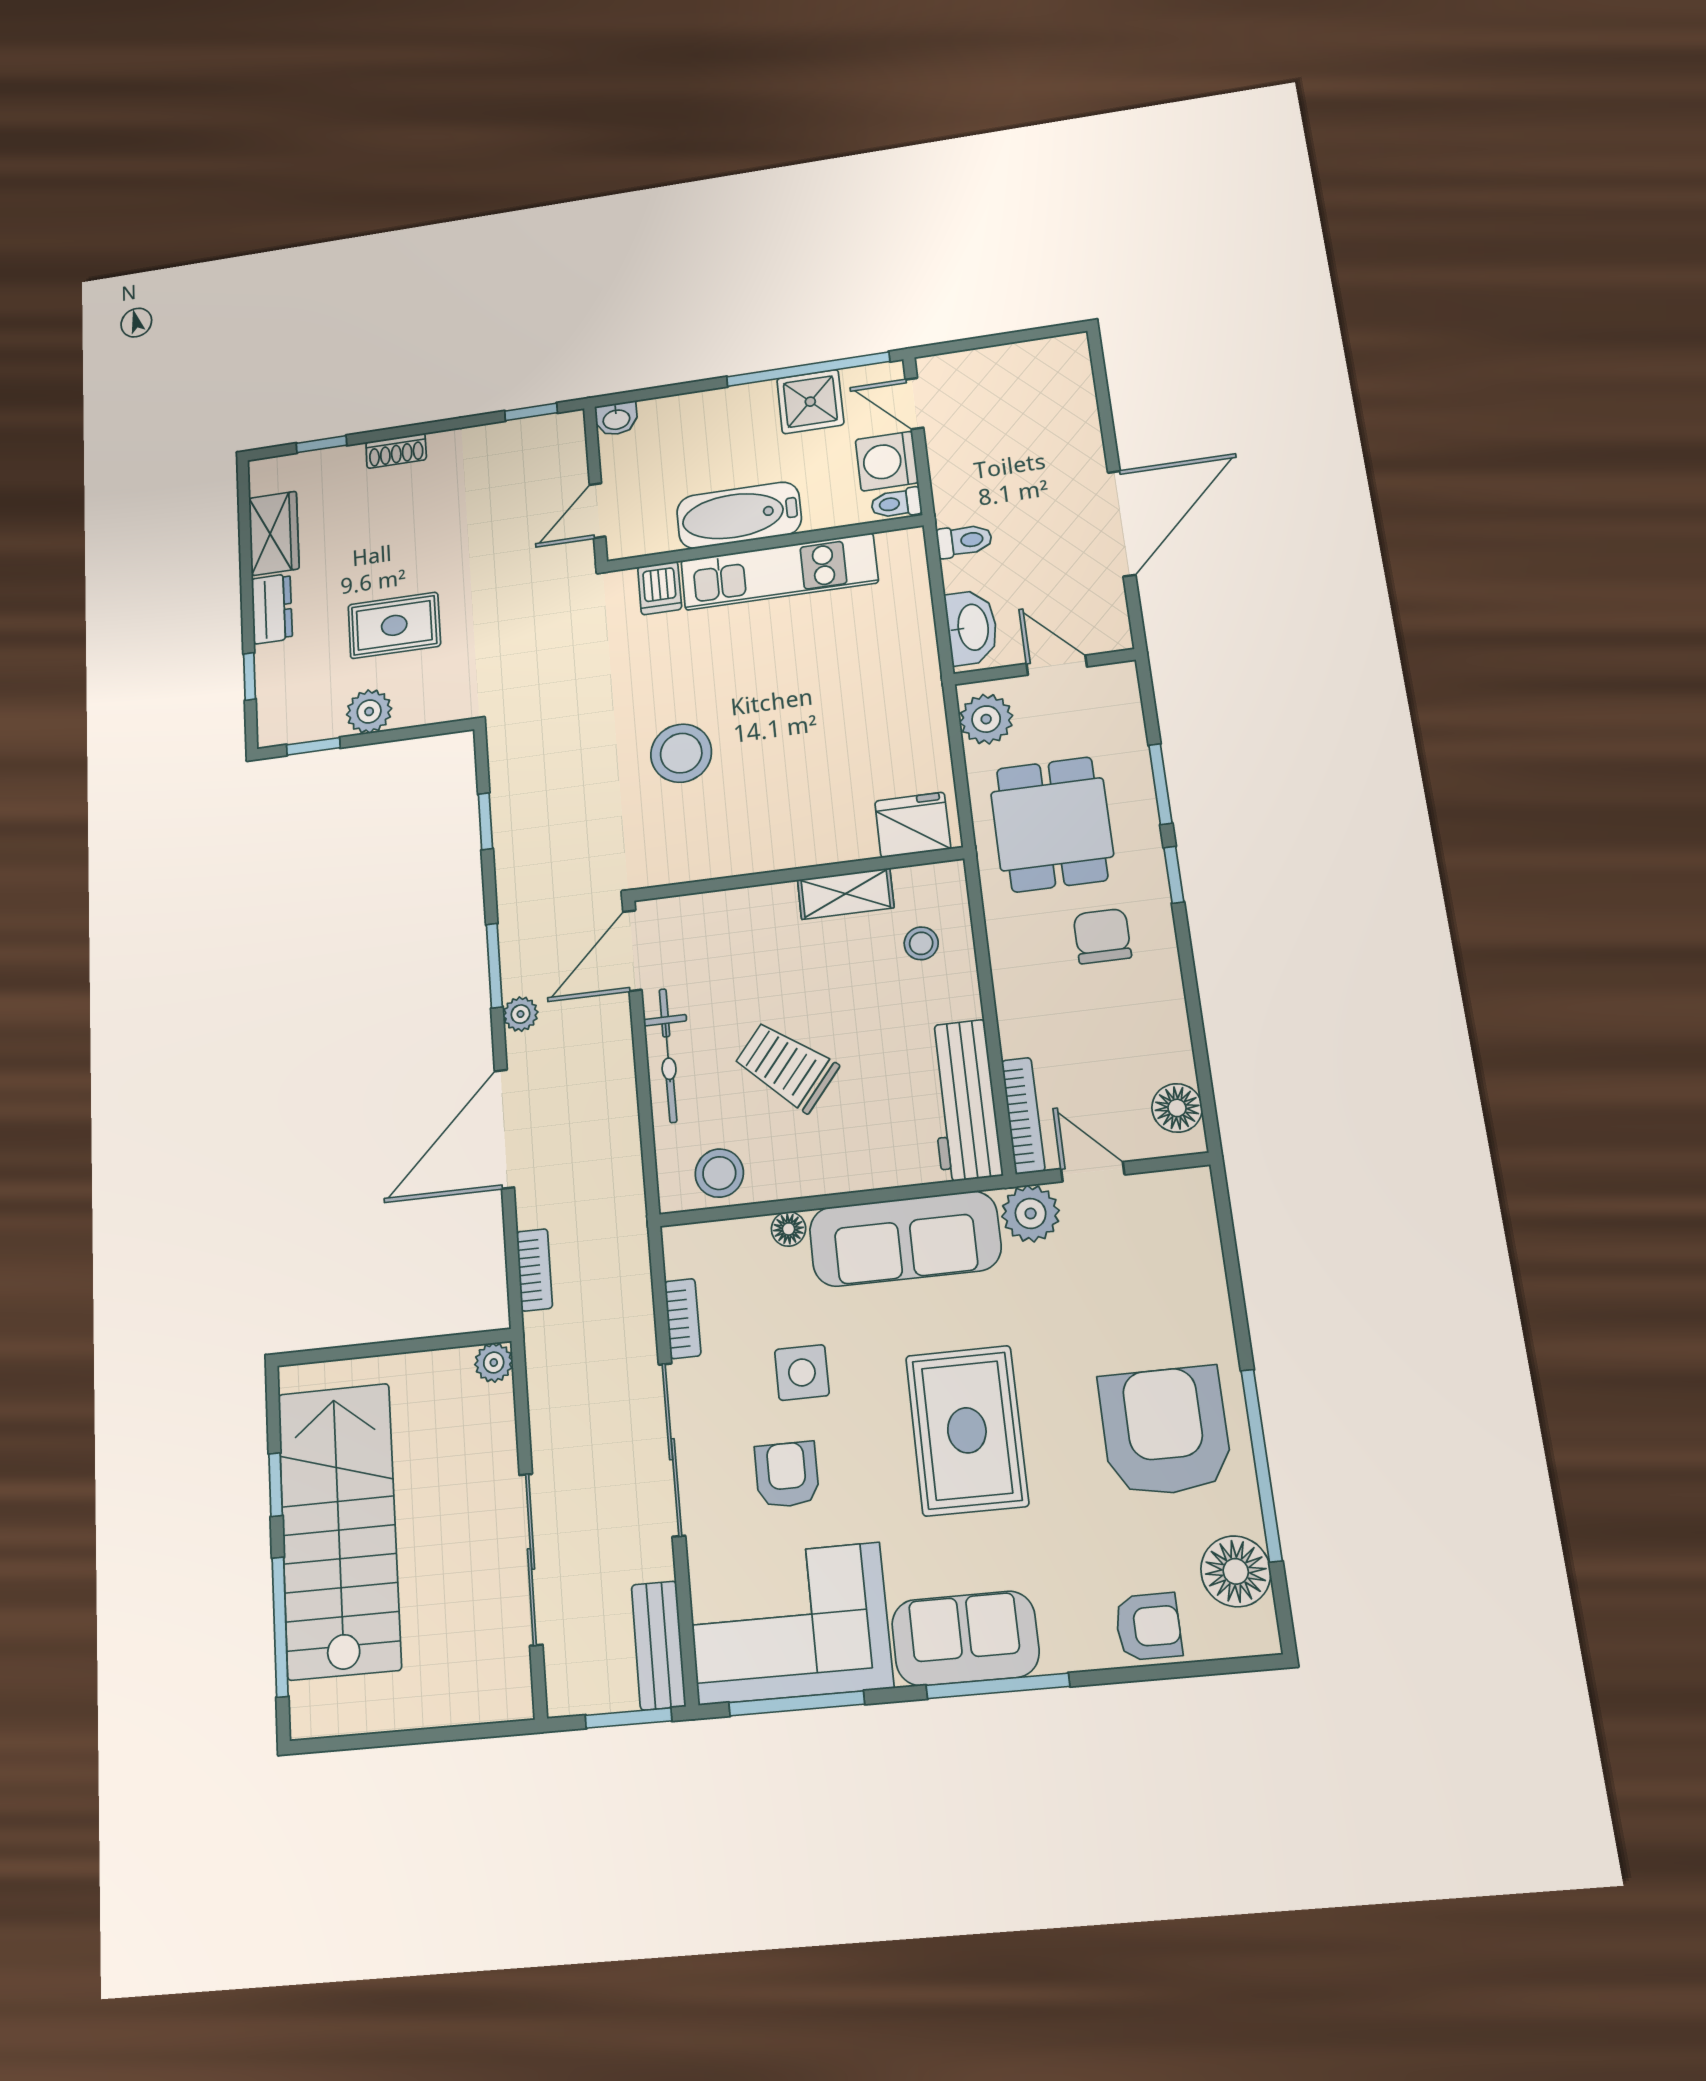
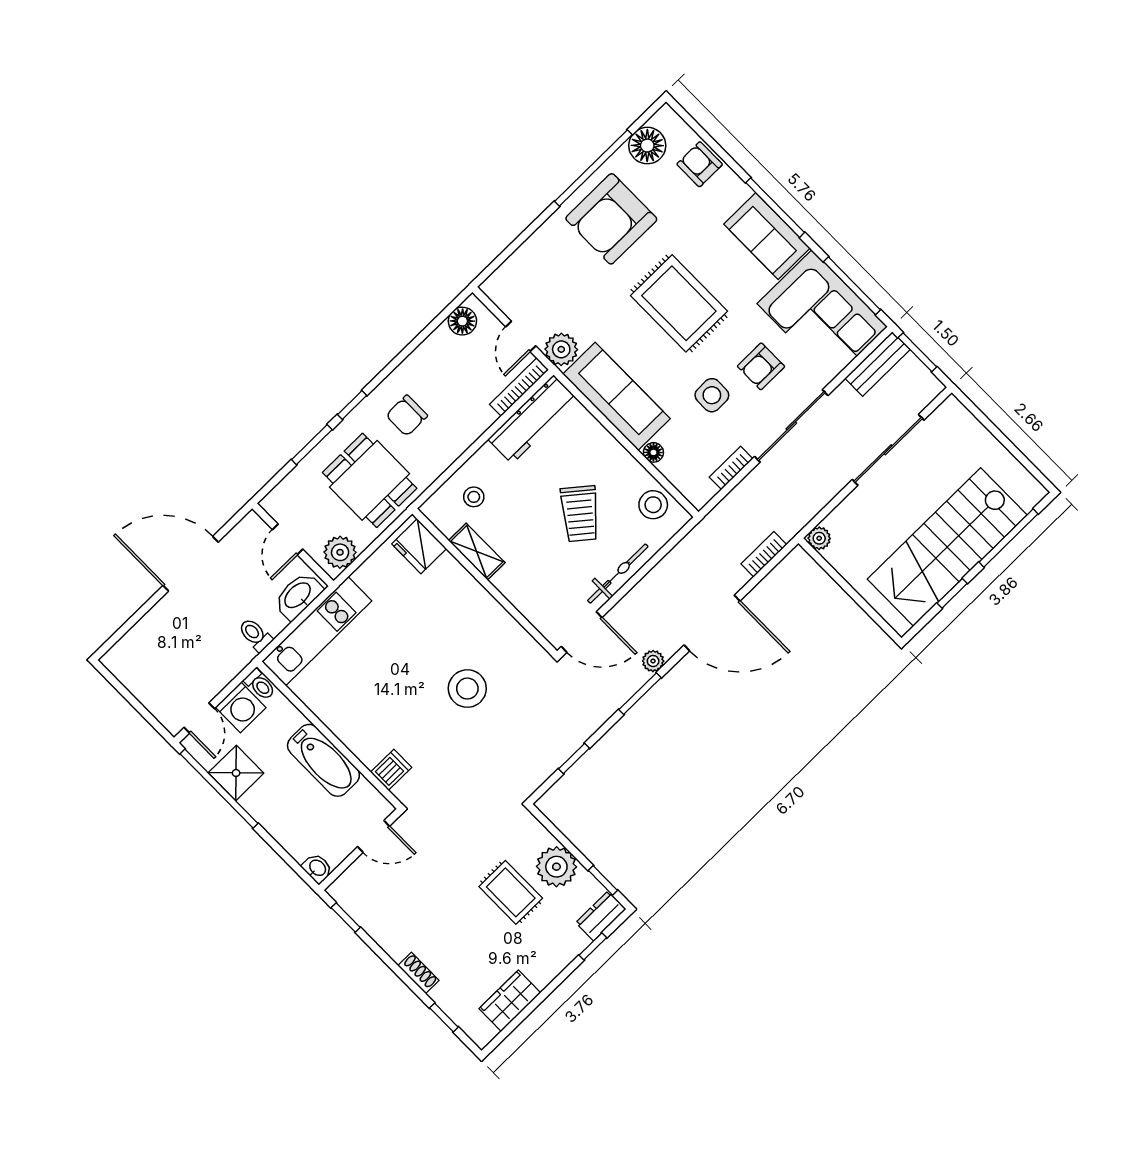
kitchen unit: (779, 572) -> (317, 631), moved, turned 90
dresser: (272, 609) -> (601, 916), moved
plant: (369, 712) -> (556, 867), width x1.36, depth x1.36
dining table: (1052, 824) -> (370, 480), turned 90
rug: (967, 1430) -> (679, 303), turned 90

